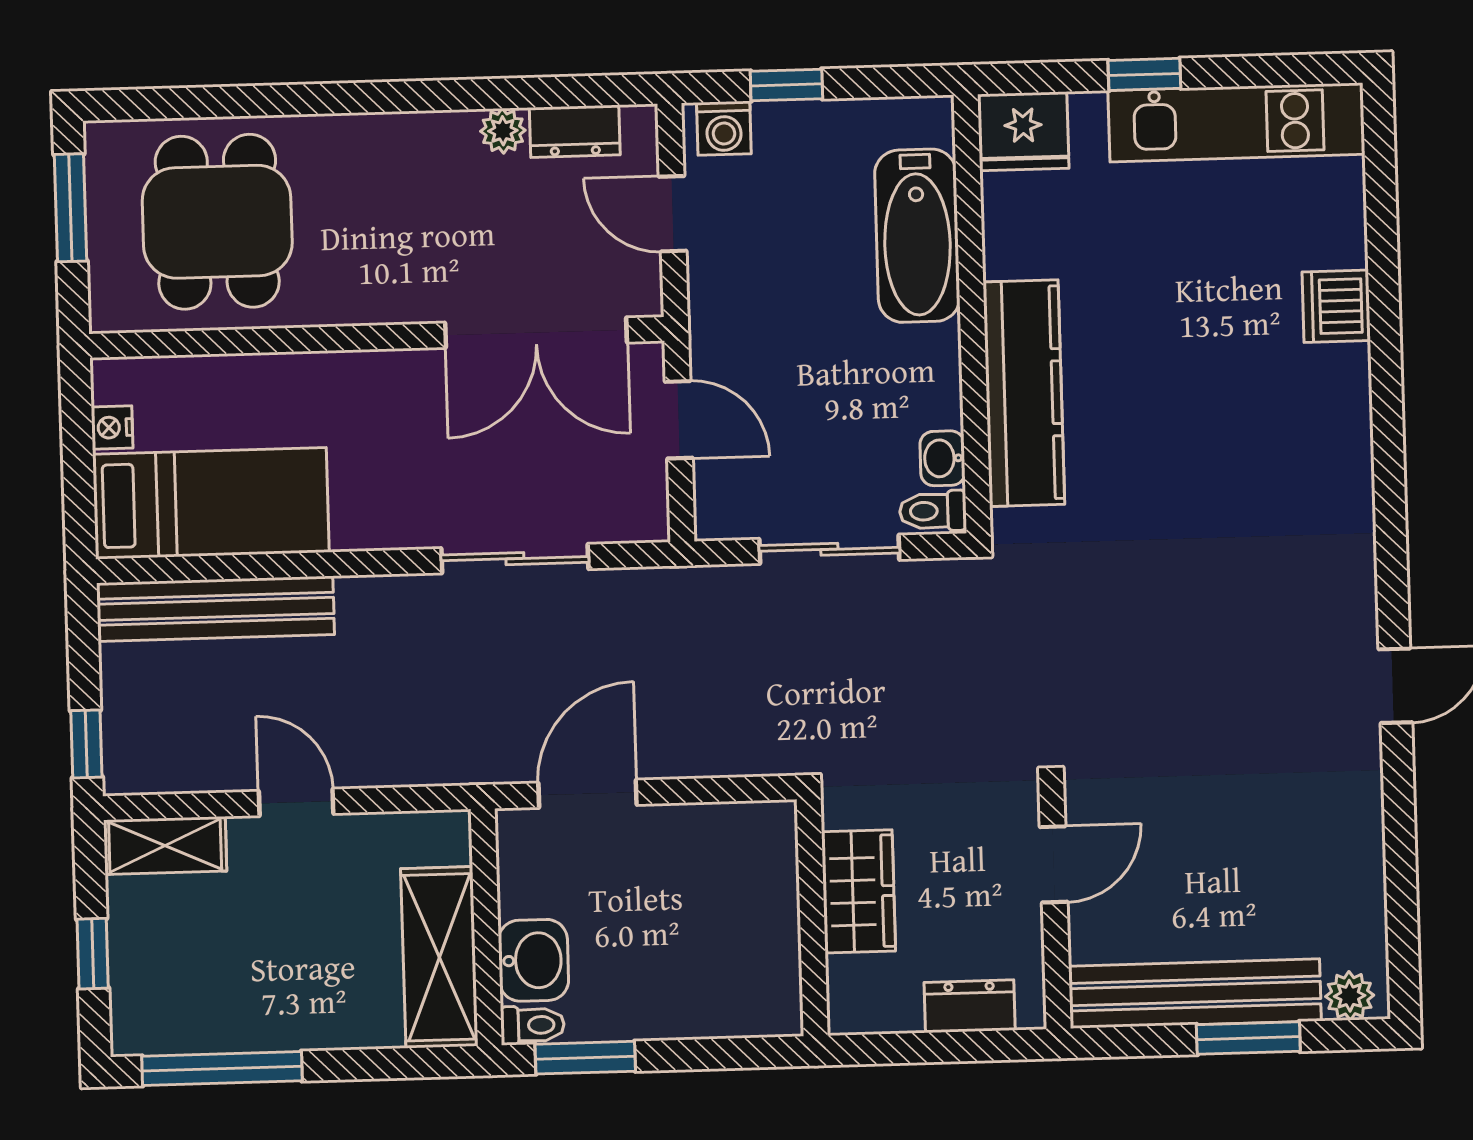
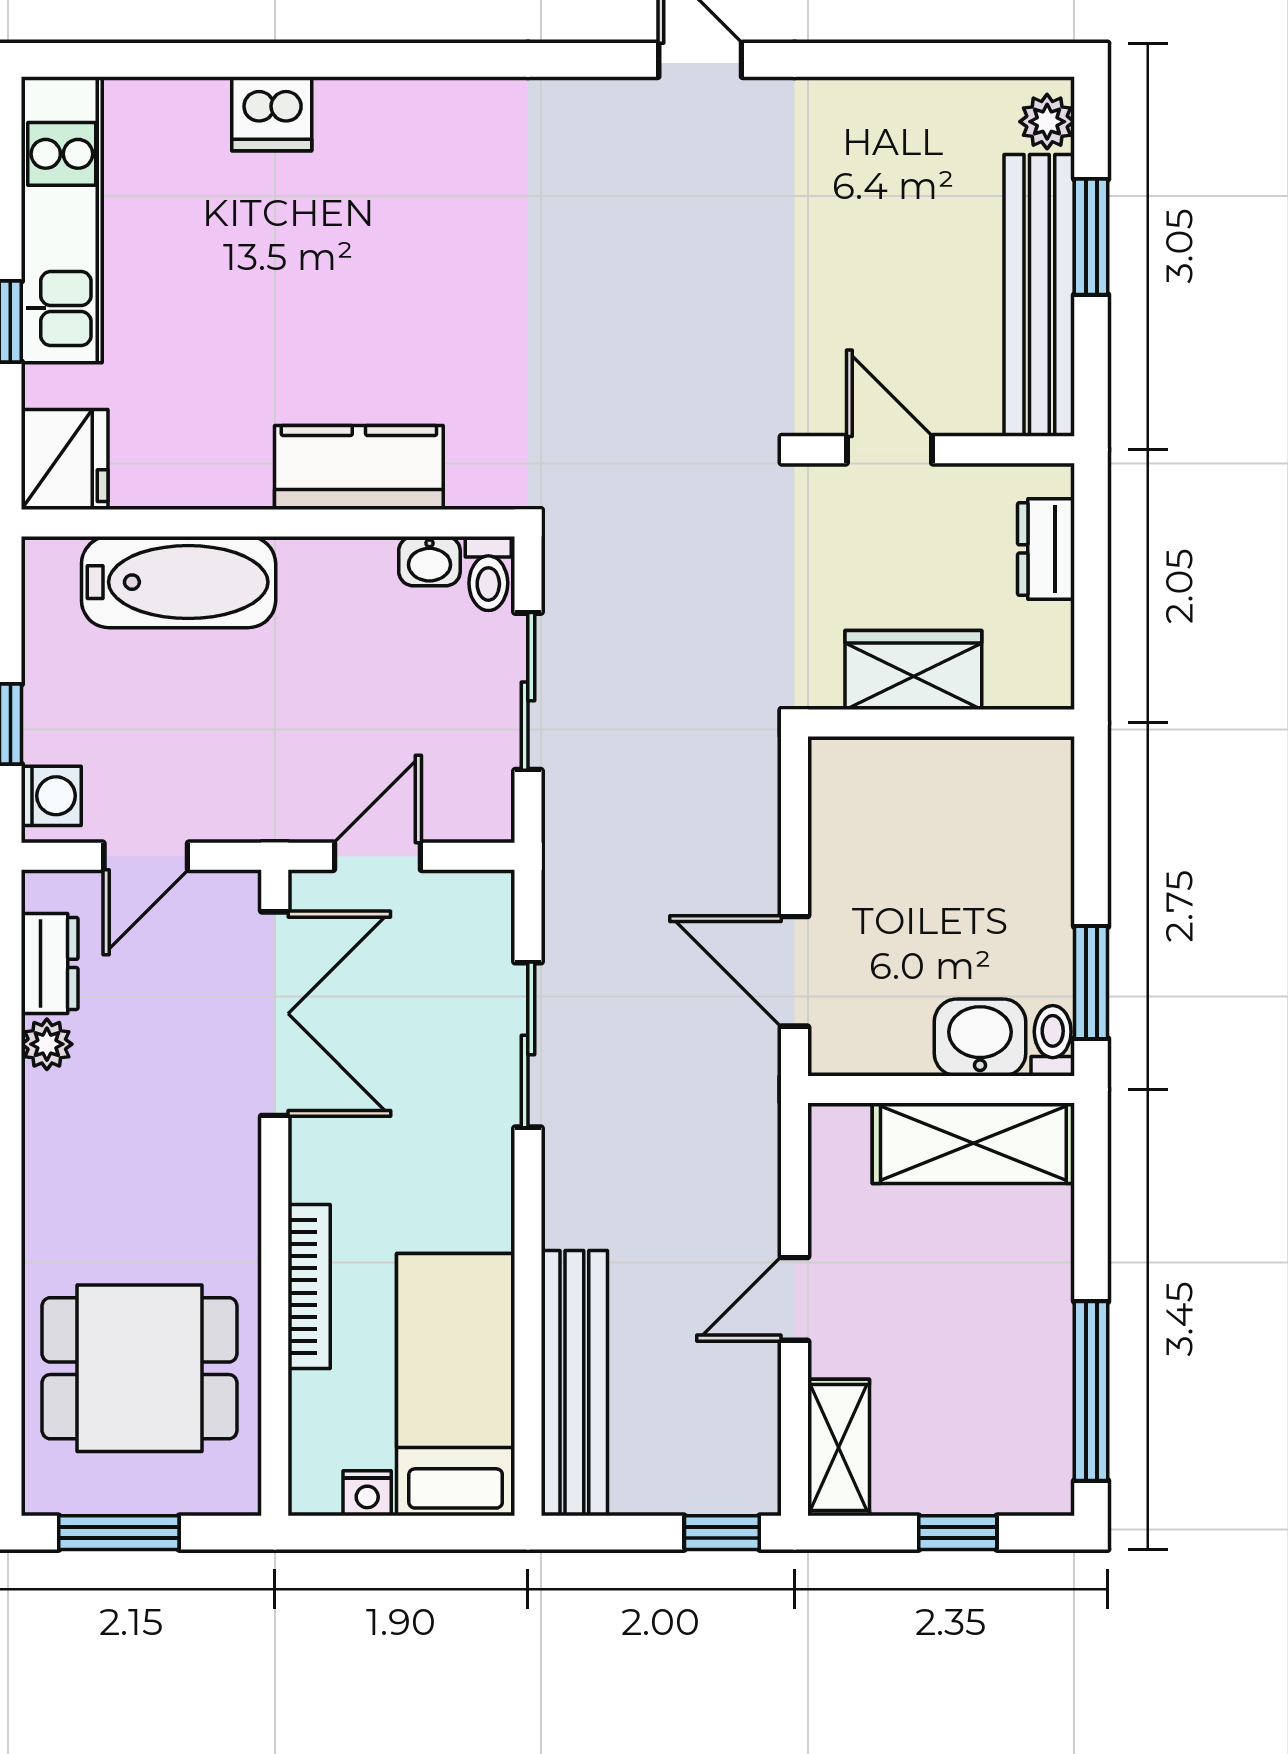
bookcase: (294, 370) -> (309, 1287), added
kitchen counter: (1024, 393) -> (359, 468), width x0.67

